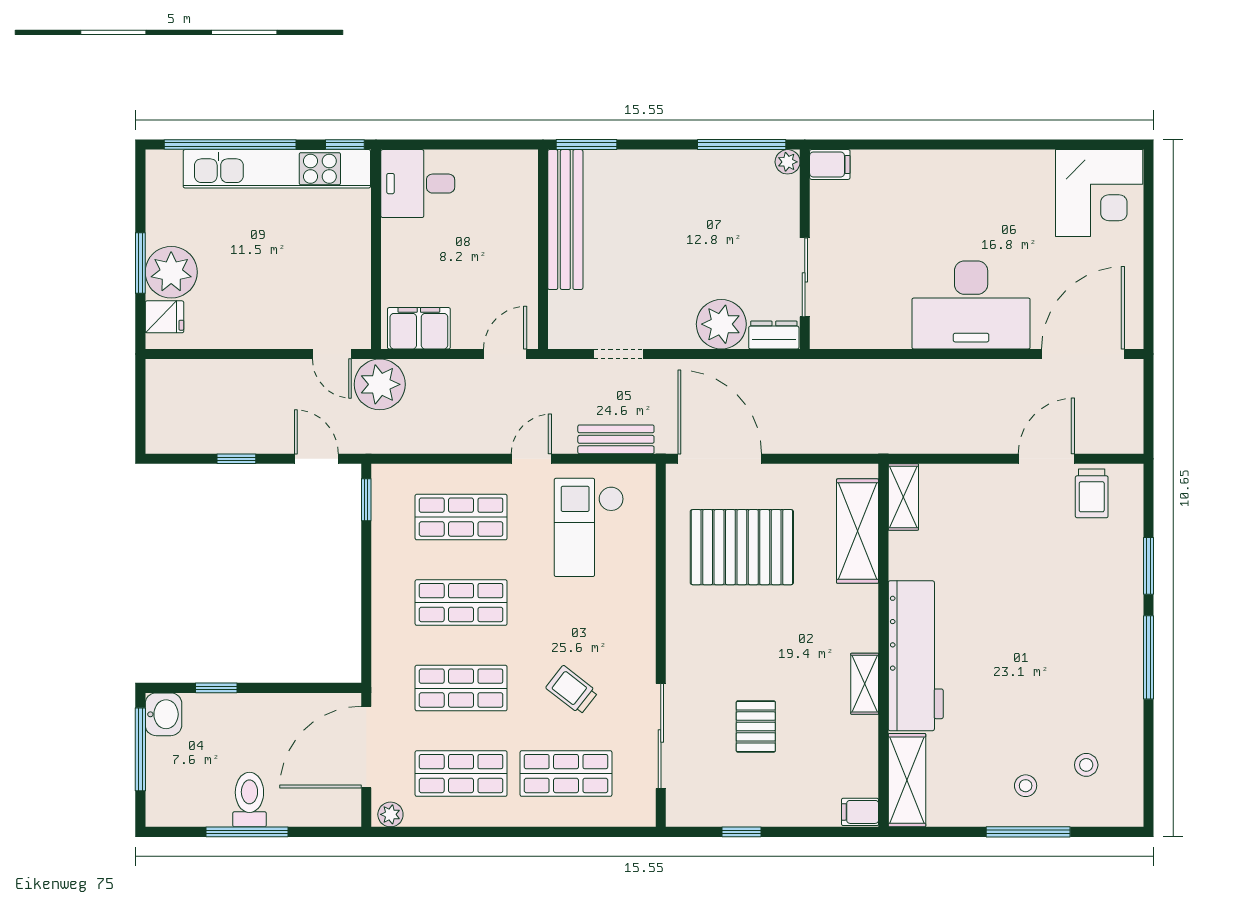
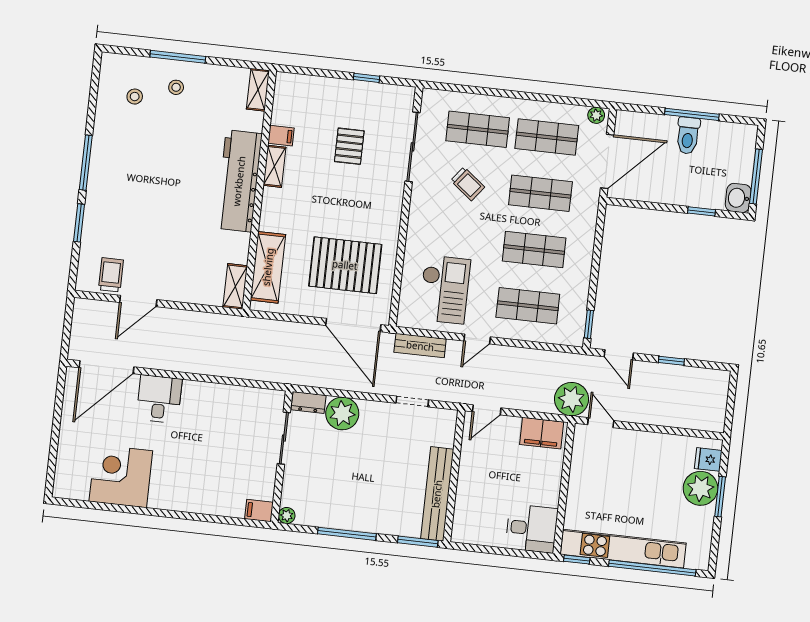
window: (742, 145) -> (347, 534), moved
corner desk: (1099, 193) -> (121, 476), moved
desk: (971, 305) -> (159, 399), width x0.53, depth x0.77
shelving: (907, 780) -> (258, 90), width x0.67, depth x0.75
filing cabinet: (860, 812) -> (281, 136), moved

